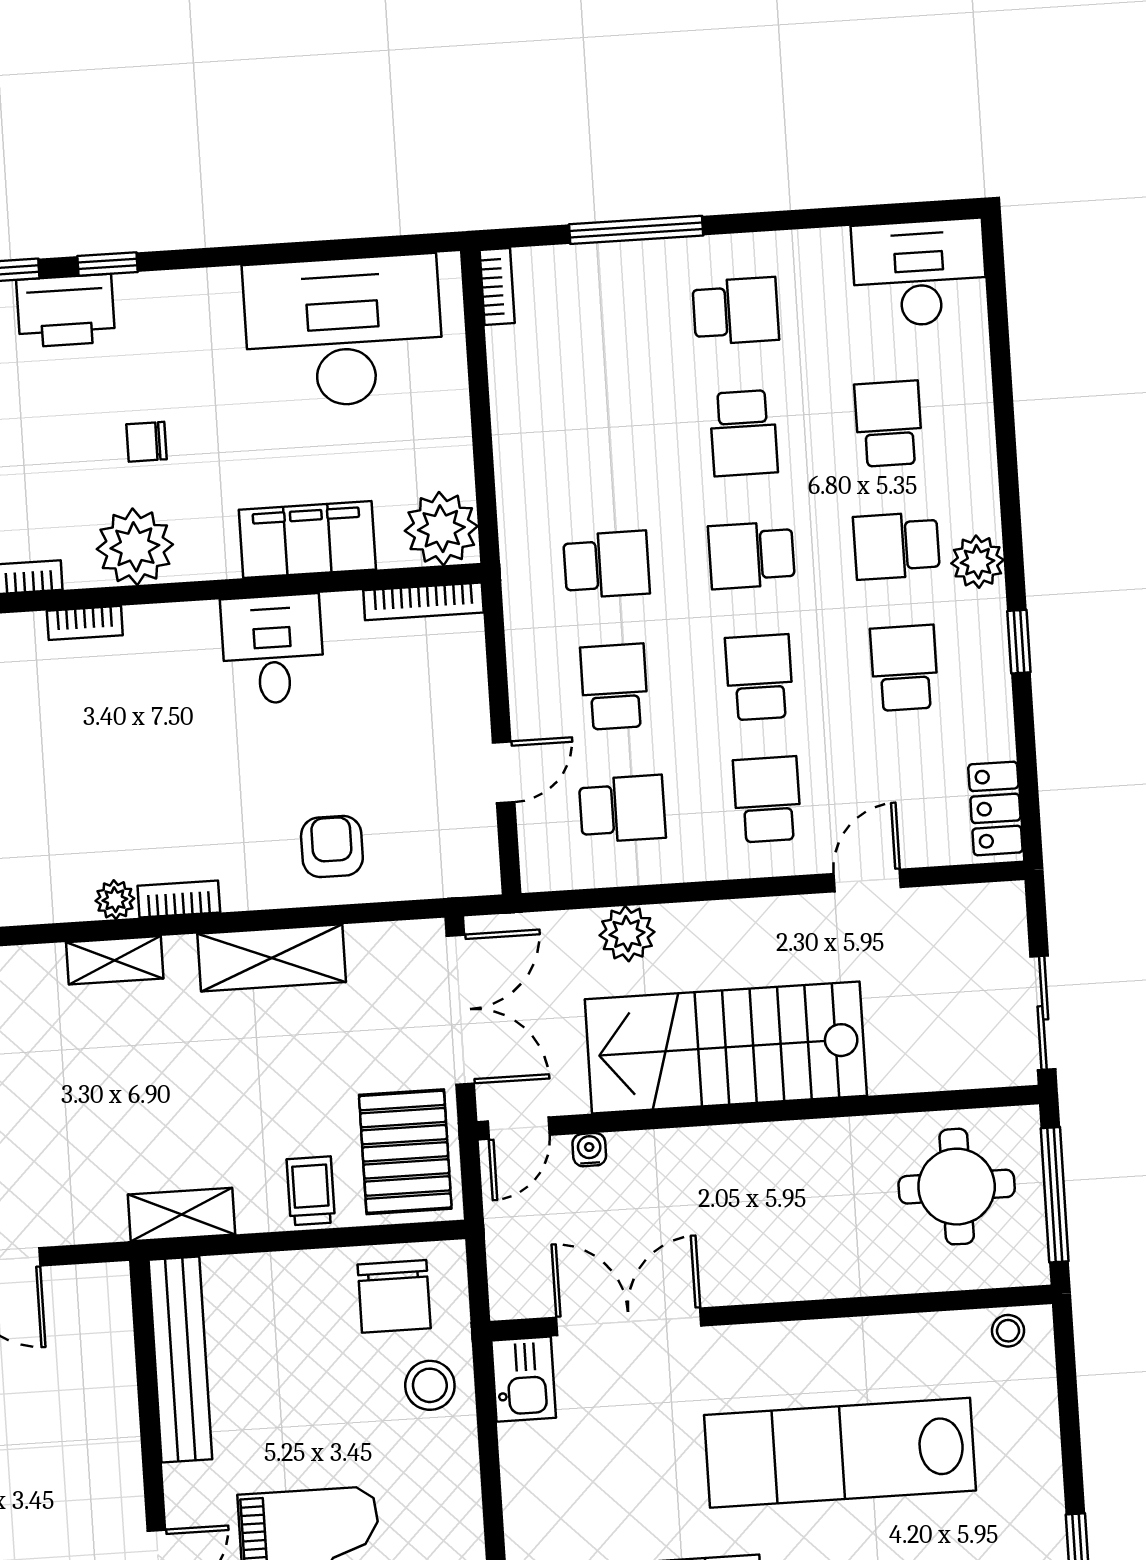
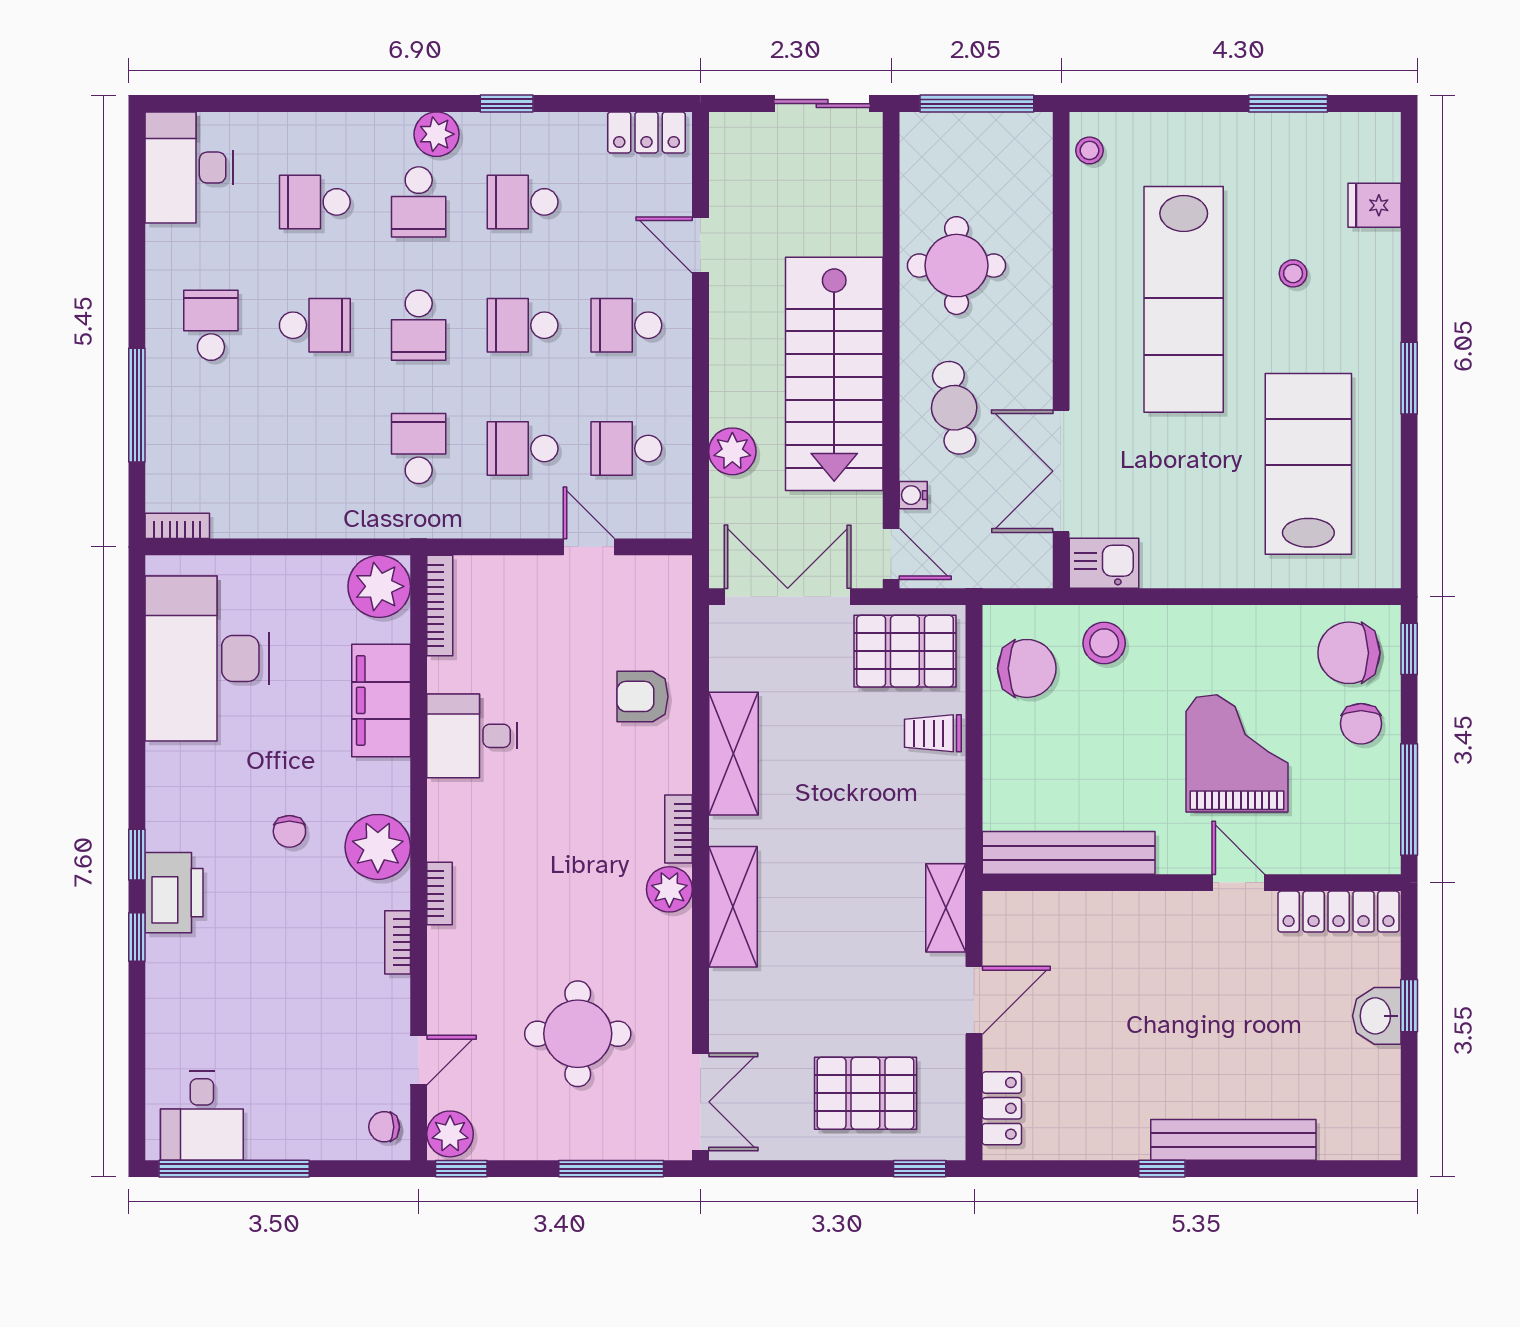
school desk: (622, 809) -> (626, 449), turned -90
plant: (115, 900) -> (669, 889), width x1.38, depth x1.38
shelving: (115, 960) -> (733, 907), width x1.50, depth x1.33
round table: (957, 1187) -> (957, 266), moved
cafe table: (695, 1191) -> (954, 408), added
shelving: (181, 1214) -> (946, 908), moved

